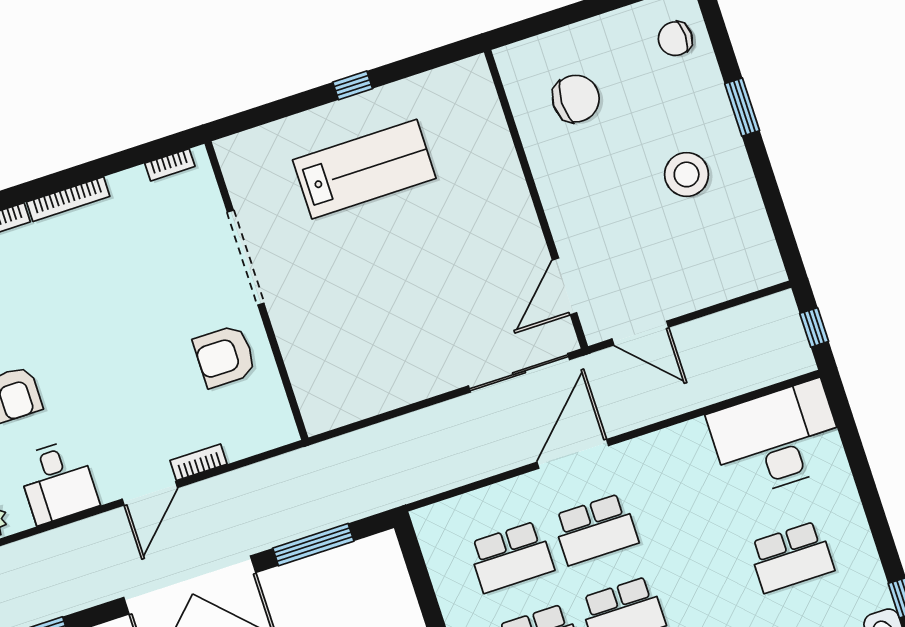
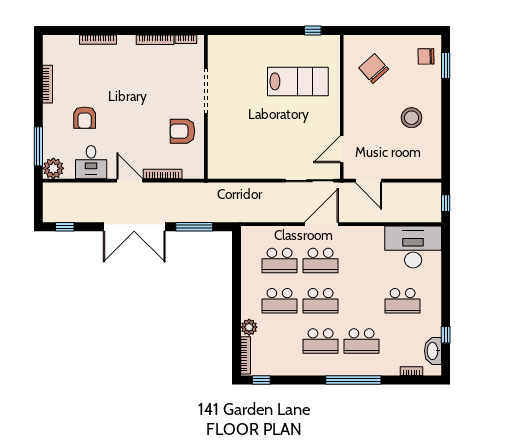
window: (353, 85) -> (313, 31), moved
chair: (576, 99) -> (374, 68), turned -132
window: (742, 107) -> (446, 65), moved
lab bench: (364, 169) -> (298, 81), moved
bookcase: (68, 199) -> (155, 40), moved
bookcase: (199, 462) -> (163, 174), width x1.56
door: (150, 493) -> (130, 181), swing flipped

